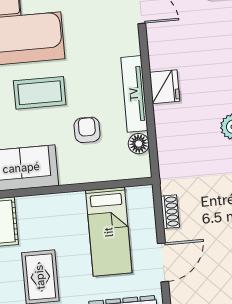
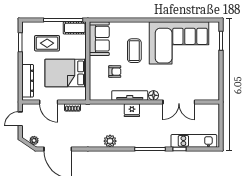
floor lamp: (139, 144) -> (154, 95), moved
bed: (109, 232) -> (66, 73), width x1.50

